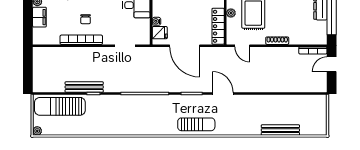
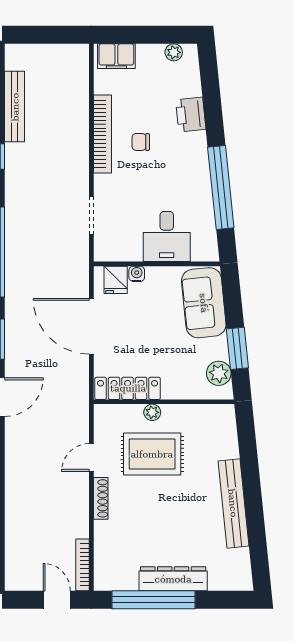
filing cabinet: (39, 17) -> (116, 56), moved
door: (185, 46) -> (91, 326), hinge flipped
door: (242, 46) -> (91, 458), moved
bench: (84, 87) -> (15, 107), moved

